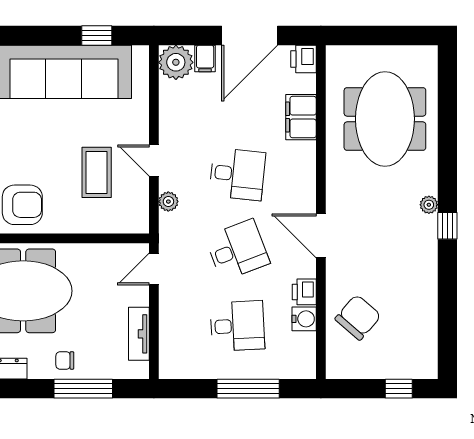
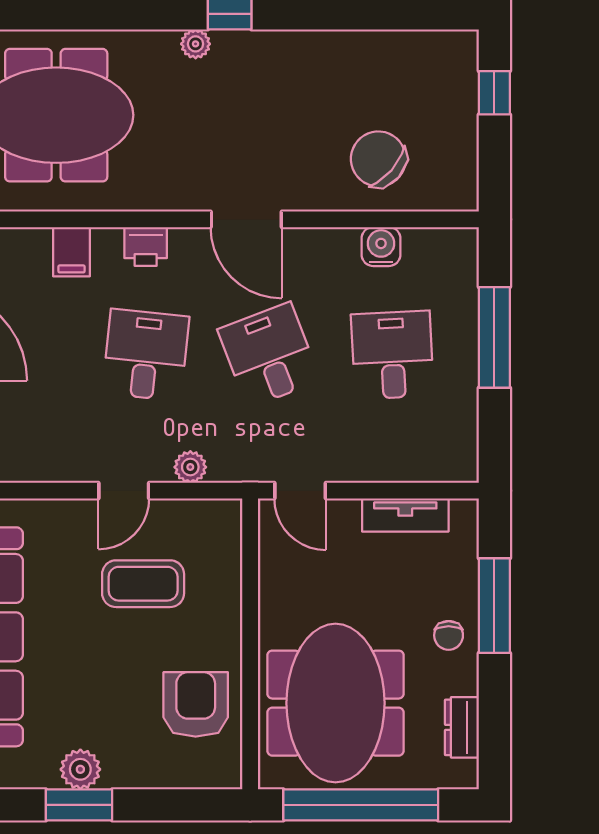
filing cabinet: (301, 117) -> (71, 252), width x0.50
door: (321, 236) -> (246, 219), hinge flipped
printer: (304, 292) -> (146, 246), moved

